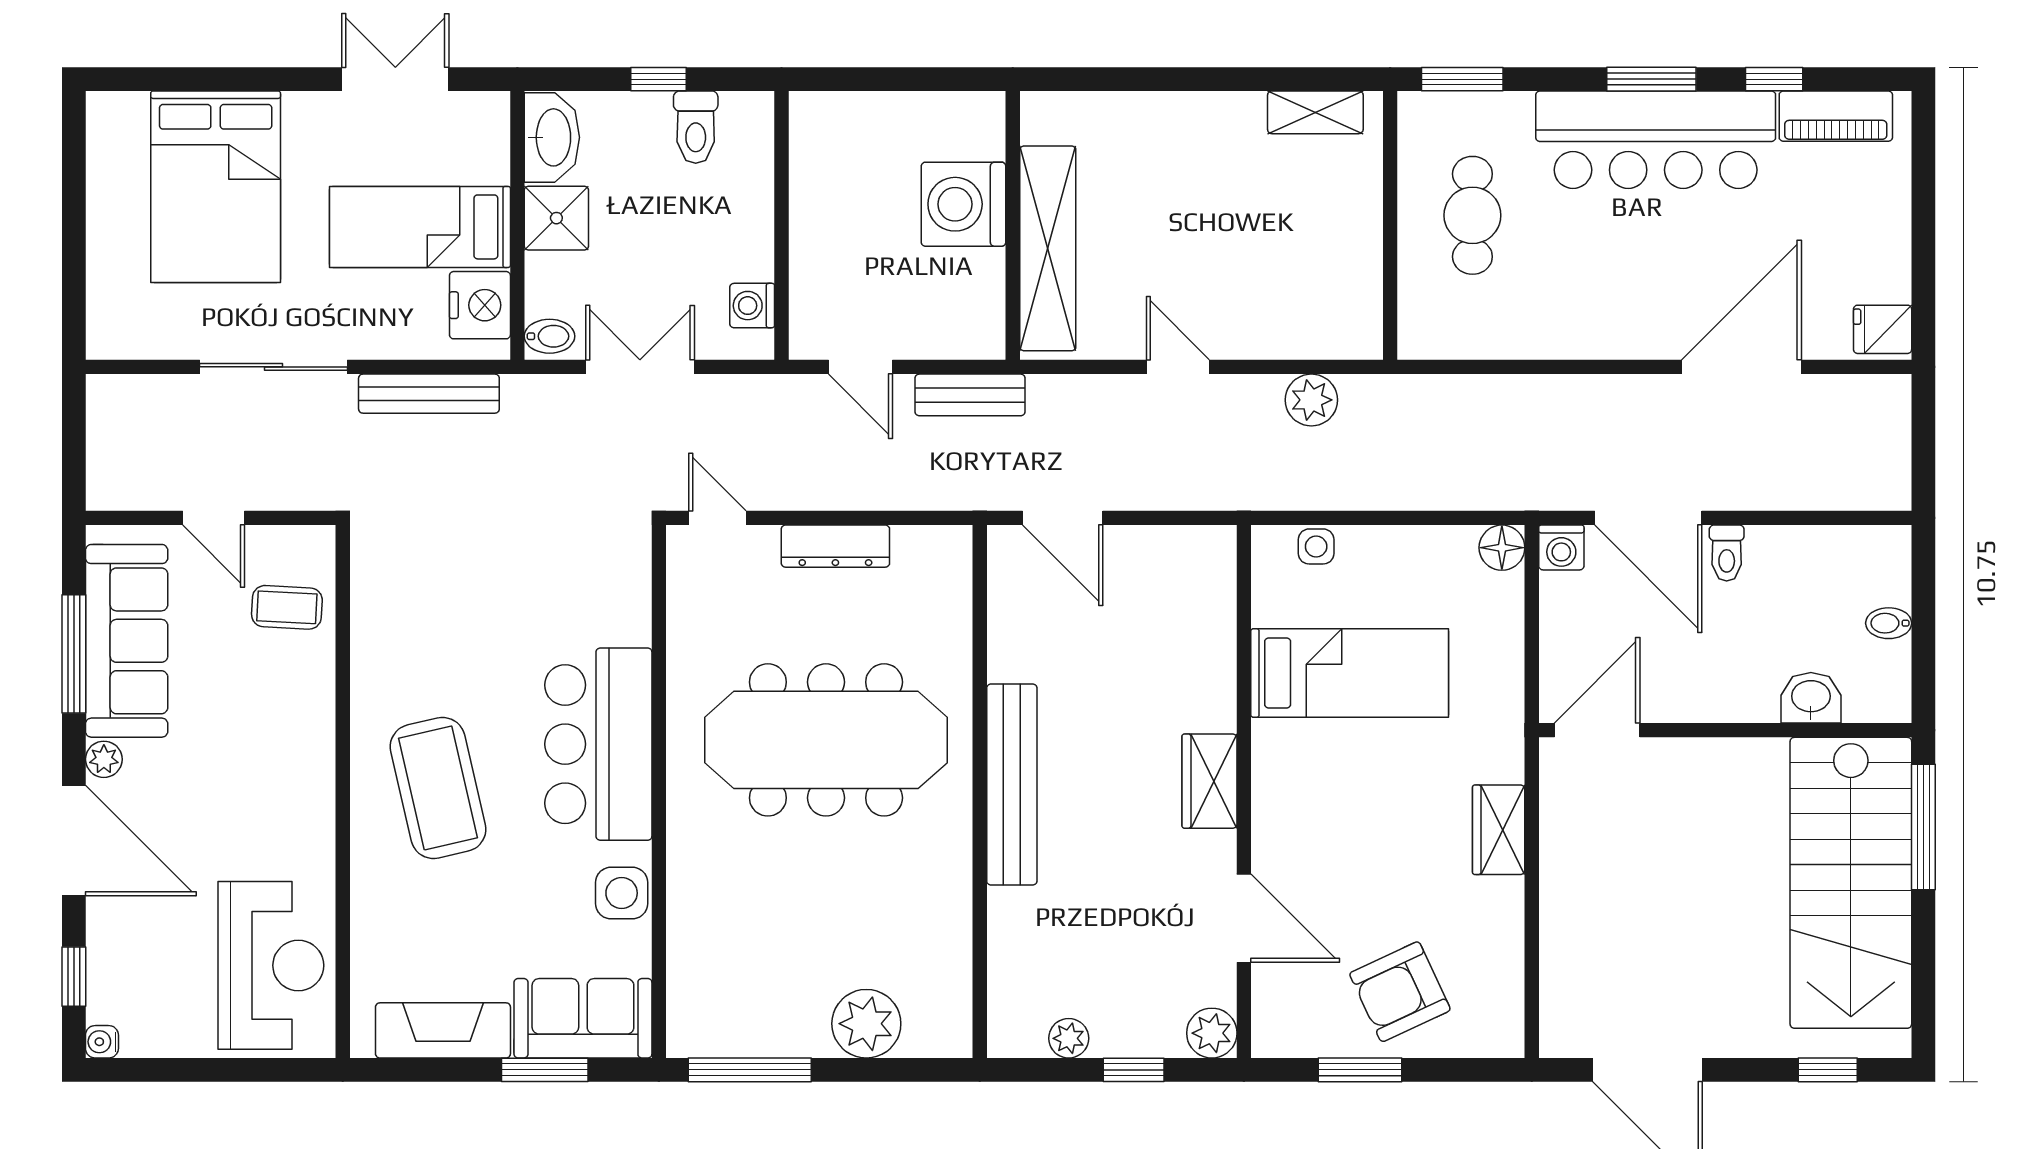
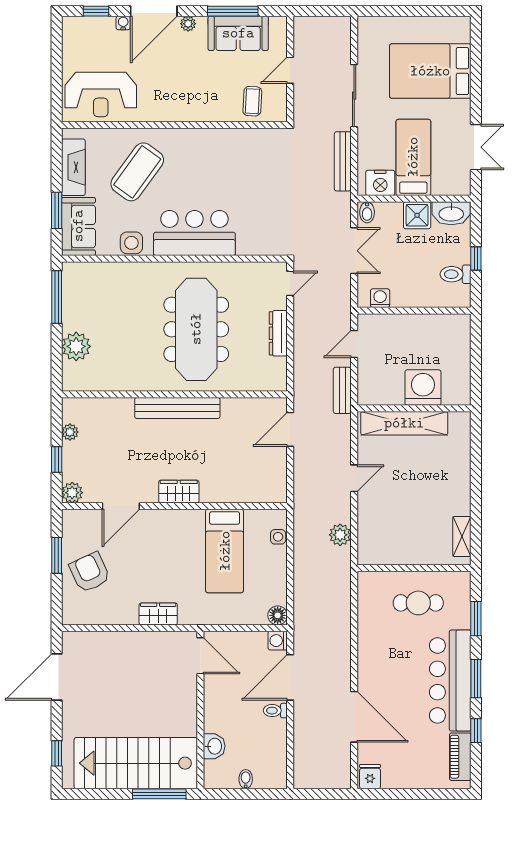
window: (1462, 79) -> (476, 619), moved
sofa: (127, 641) -> (238, 33), width x0.73
coffee table: (438, 788) -> (137, 172), moved, turned -41
water cooler: (102, 1042) -> (123, 23), moved

